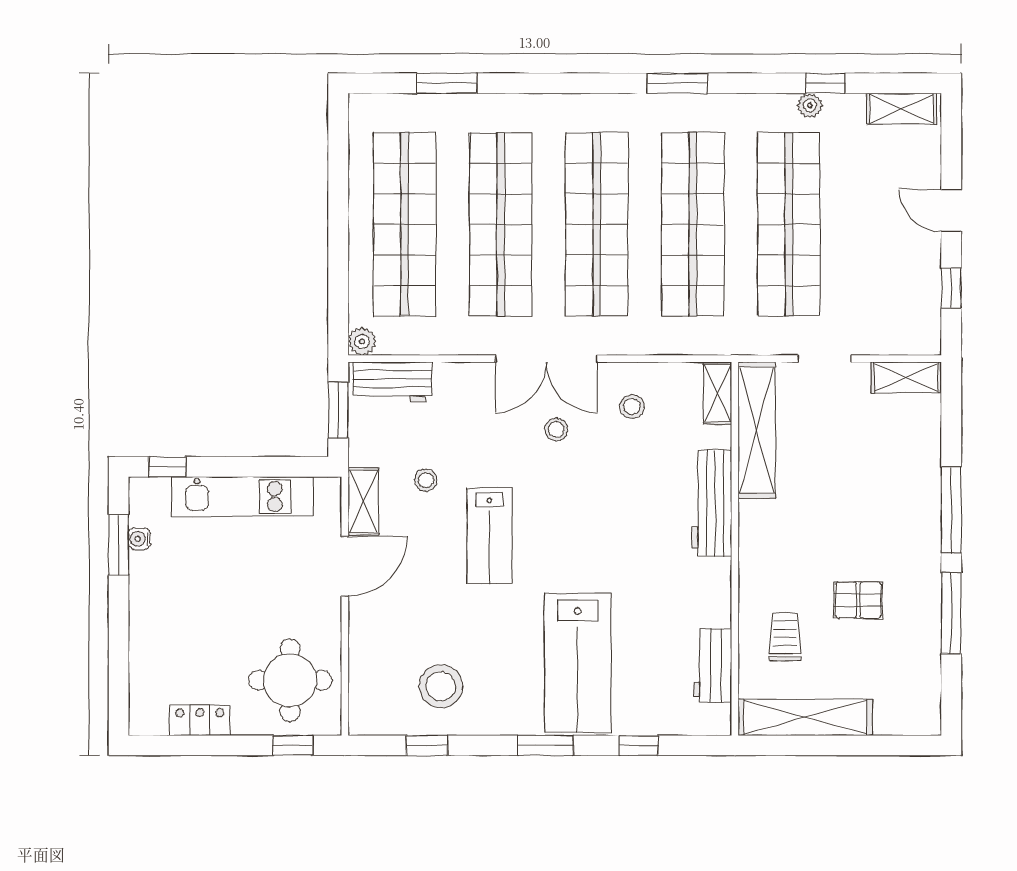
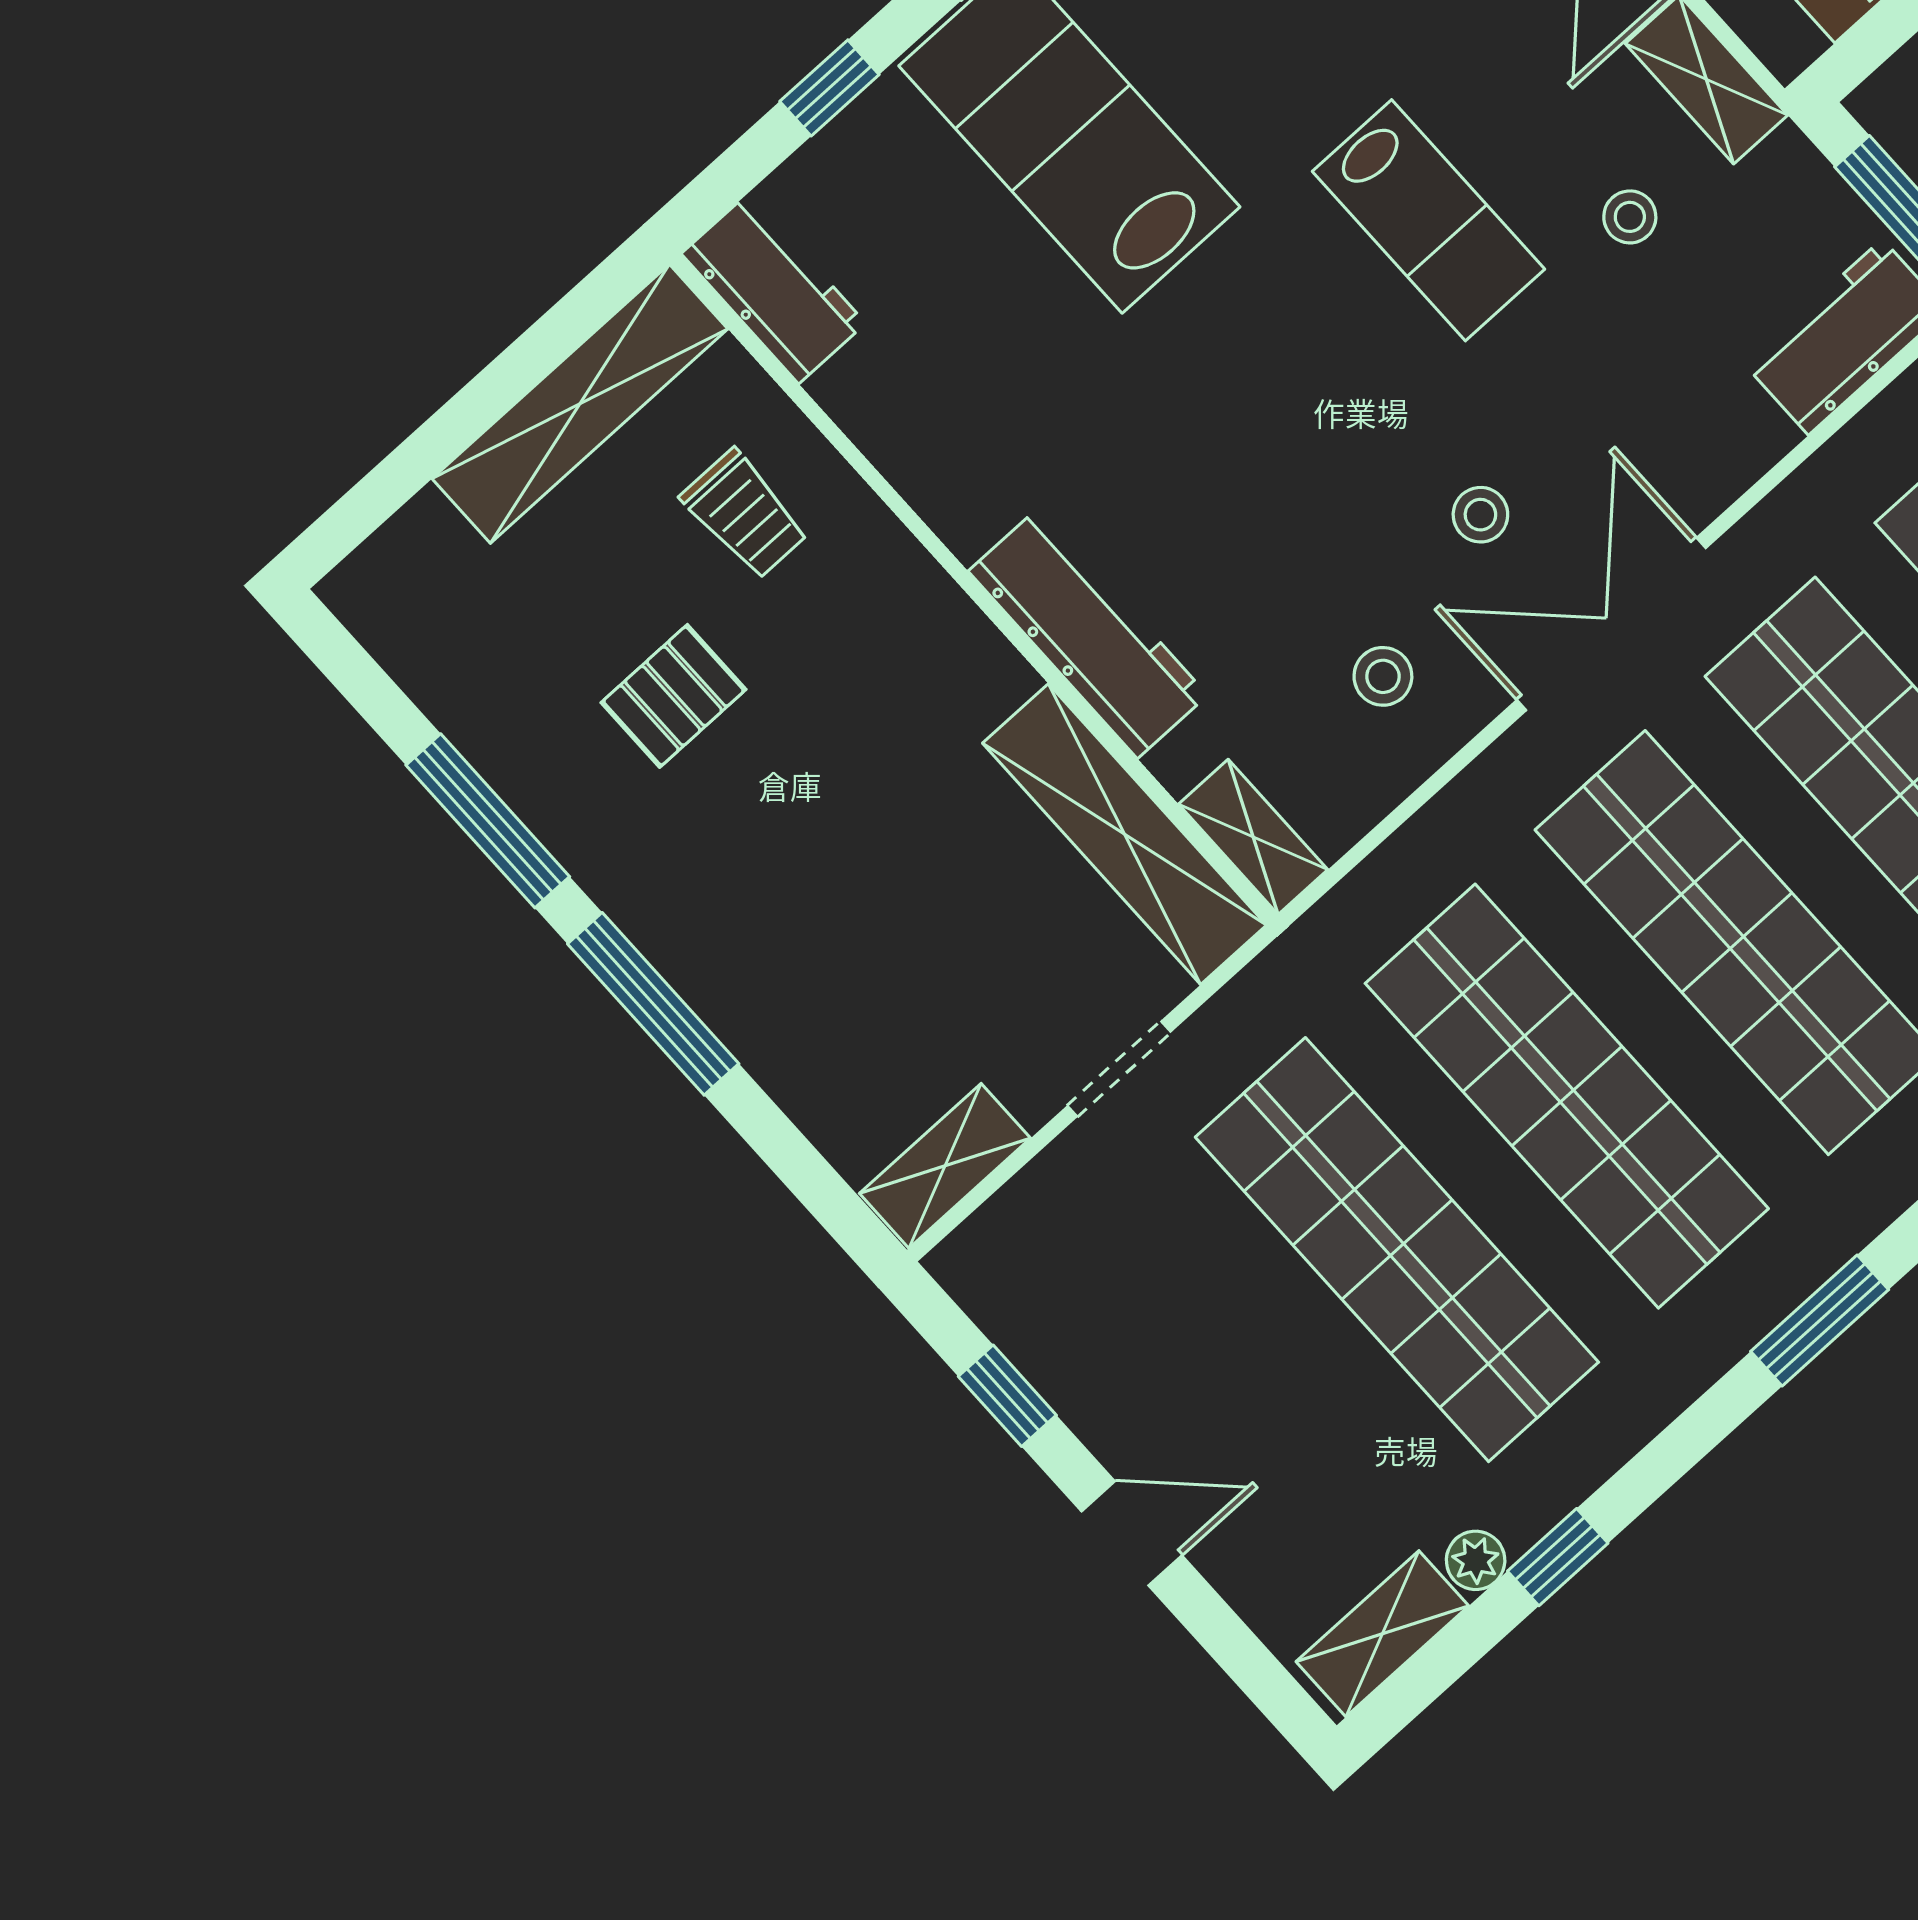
plant: (810, 105) -> (1476, 1560), moved
lab bench: (490, 536) -> (1428, 220), turned 180
workbench: (713, 666) -> (774, 288), moved

